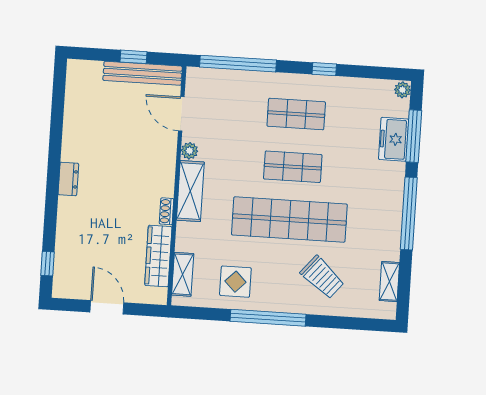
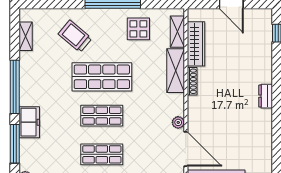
door: (181, 114) -> (186, 149), width x1.36
freezer: (394, 139) -> (29, 122), moved
shelving: (190, 191) -> (176, 71), moved
shoe rack: (167, 211) -> (192, 81), width x1.43
shop shelf: (289, 220) -> (102, 77), width x0.71

